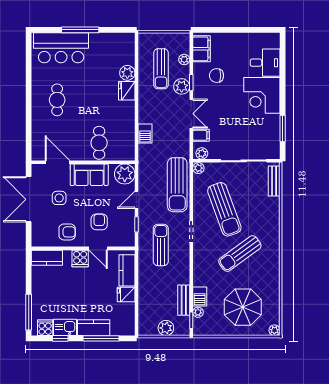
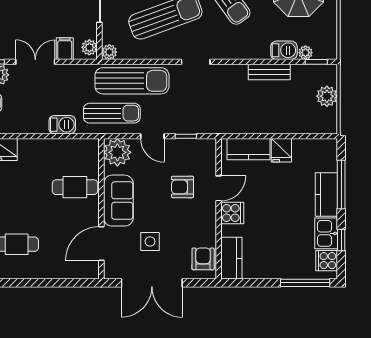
armchair: (67, 232) -> (203, 259), moved
sun lounger: (161, 245) -> (112, 113), moved, turned 180
bench: (184, 300) -> (269, 72), moved

